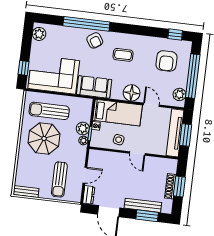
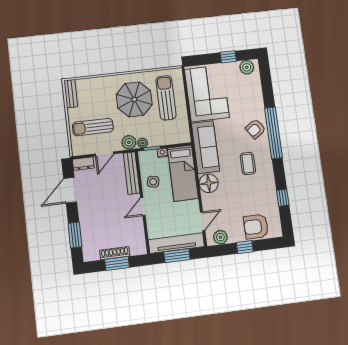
window: (86, 24) -> (274, 133), moved
window: (175, 35) -> (283, 198), moved
armchair: (166, 61) -> (256, 227), moved
window: (24, 68) -> (228, 57), moved
window: (193, 76) -> (245, 247), width x0.32
sofa: (94, 87) -> (205, 147), width x1.36
door: (151, 105) -> (203, 221), moved
plant: (83, 128) -> (129, 142), moved
door: (85, 175) -> (104, 154), hinge flipped
bench: (143, 205) -> (132, 173), moved

